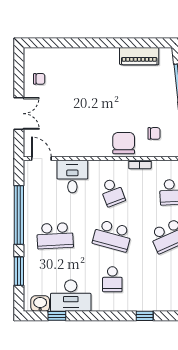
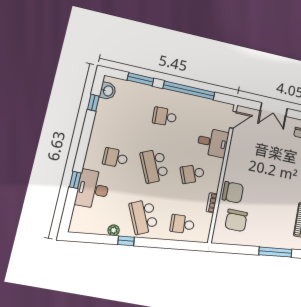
chair: (154, 133) -> (236, 220), width x1.87, depth x1.87
school desk: (55, 236) -> (165, 117), width x0.54
school desk: (112, 236) -> (154, 166), turned -39
desk: (71, 296) -> (93, 189), moved

